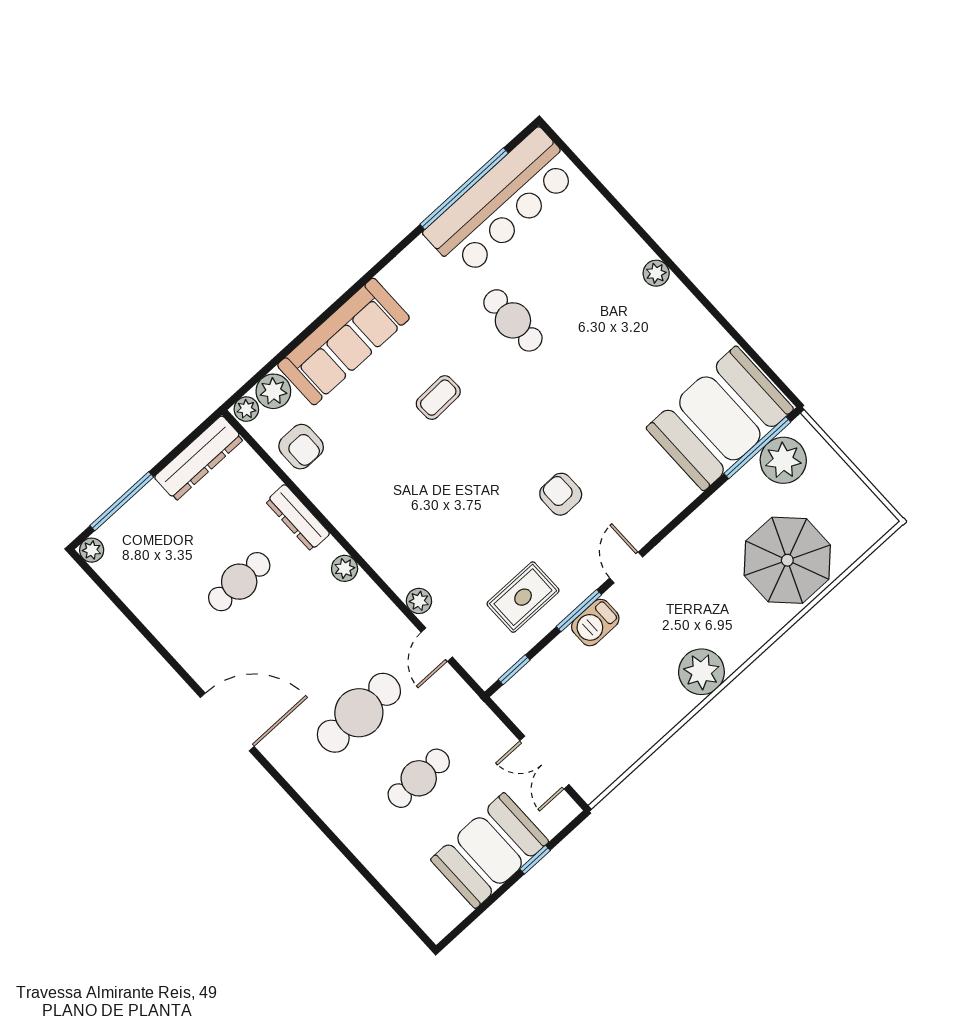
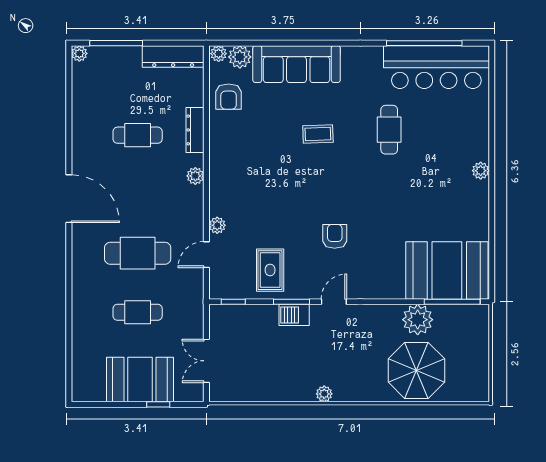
plant: (783, 460) -> (418, 320), moved
rug: (523, 597) -> (270, 270), turned 90
plant: (701, 672) -> (324, 394), width x0.53, depth x0.53

